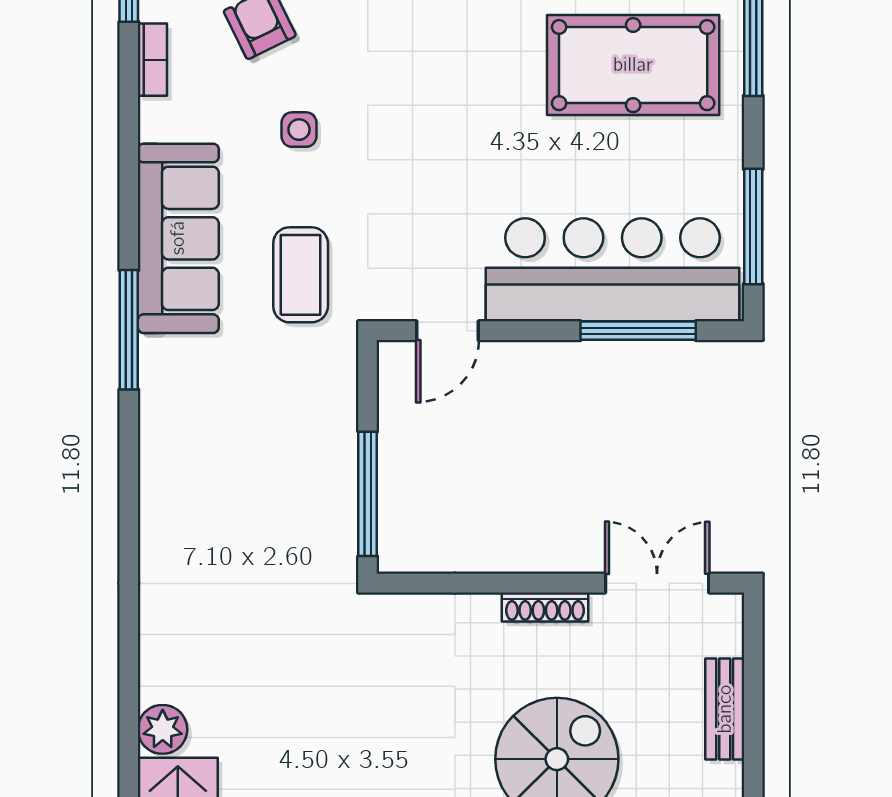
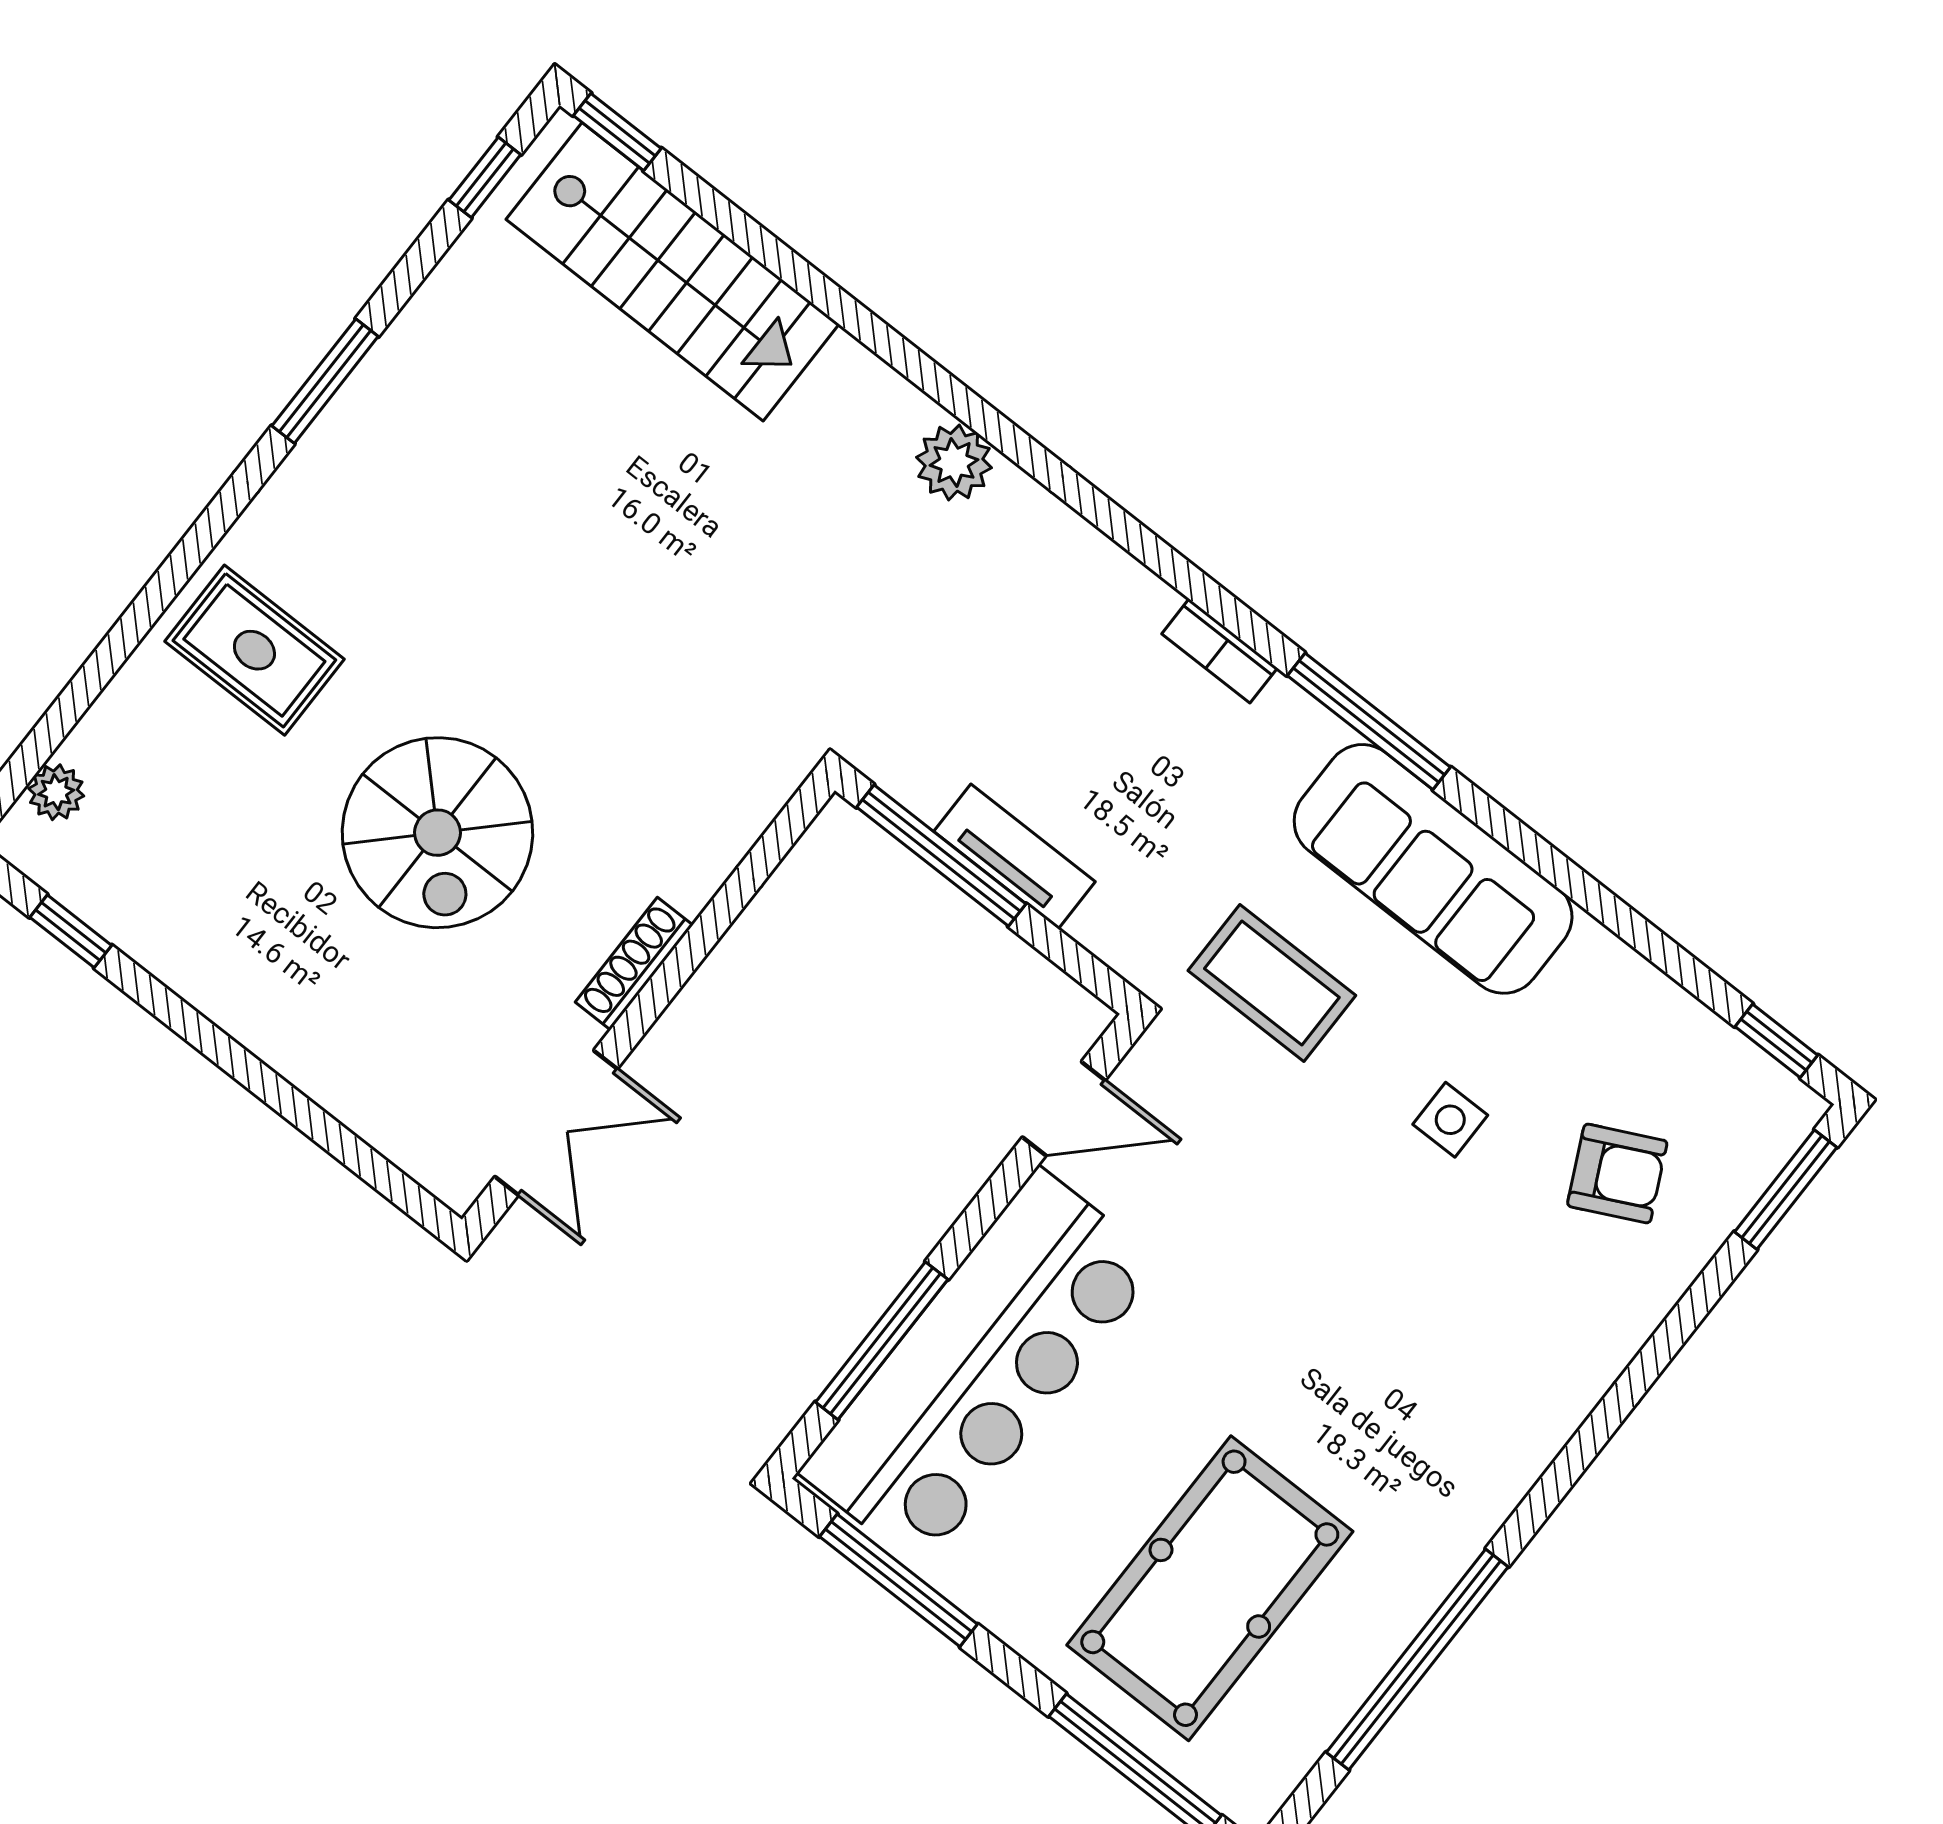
bookcase: (152, 60) -> (1220, 651), moved
door: (447, 331) -> (1064, 1109), swing flipped
tv unit: (339, 456) -> (1015, 856), added
bench: (725, 709) -> (338, 1085), removed
plant: (163, 729) -> (954, 462), moved

